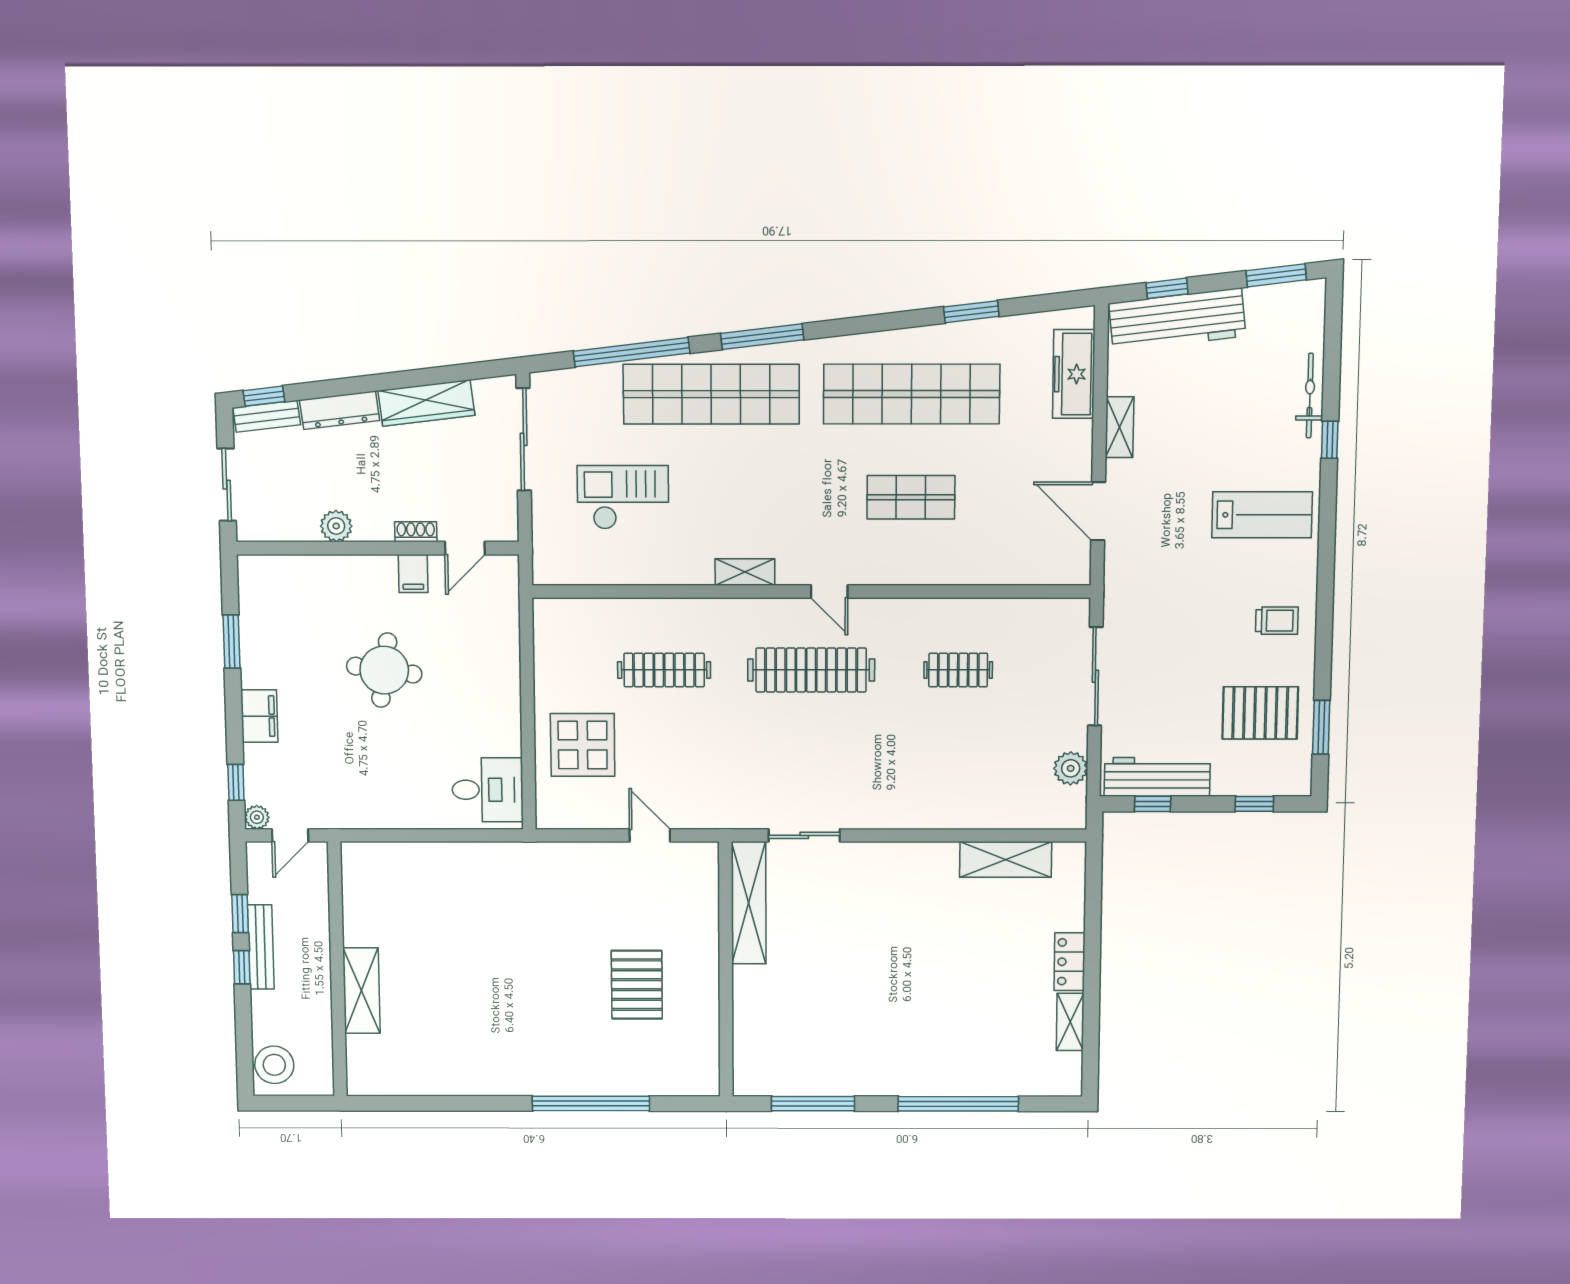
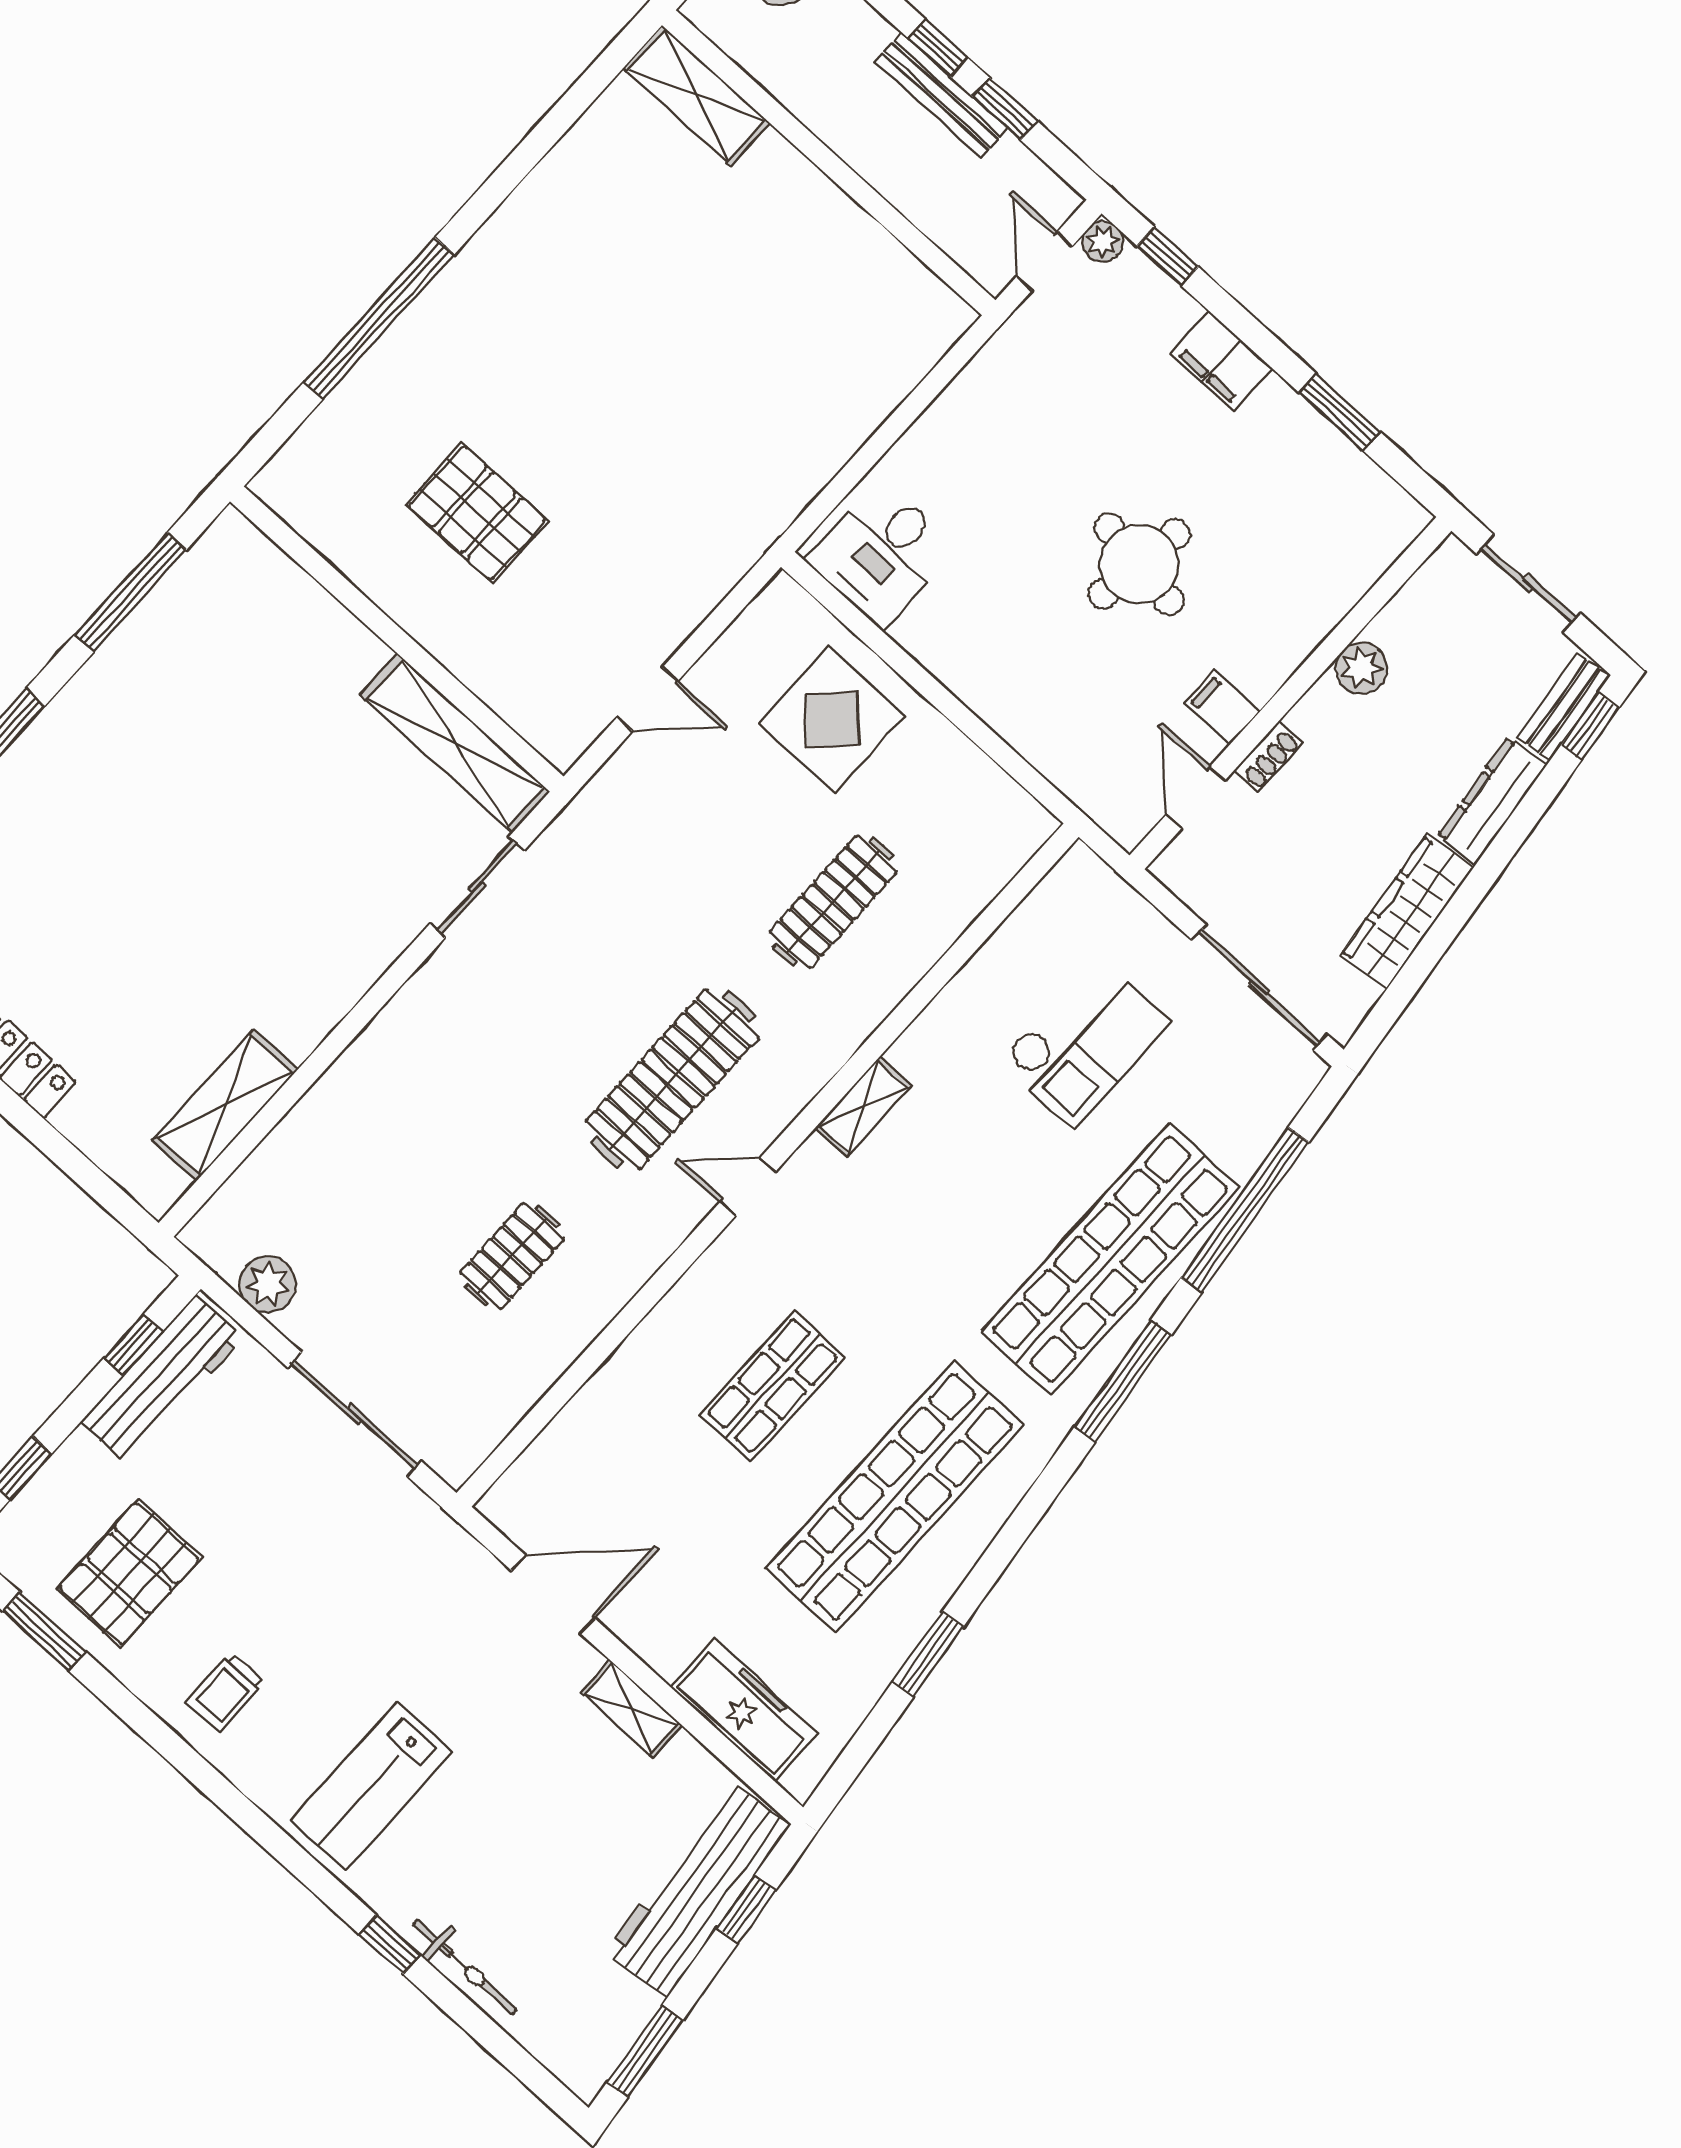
shelving: (361, 991) -> (696, 95), moved

